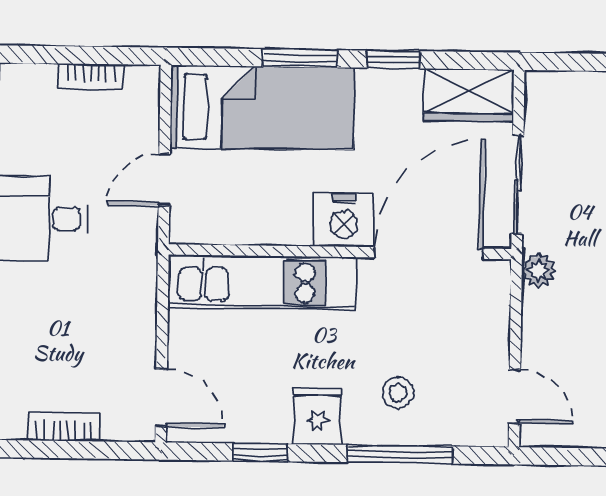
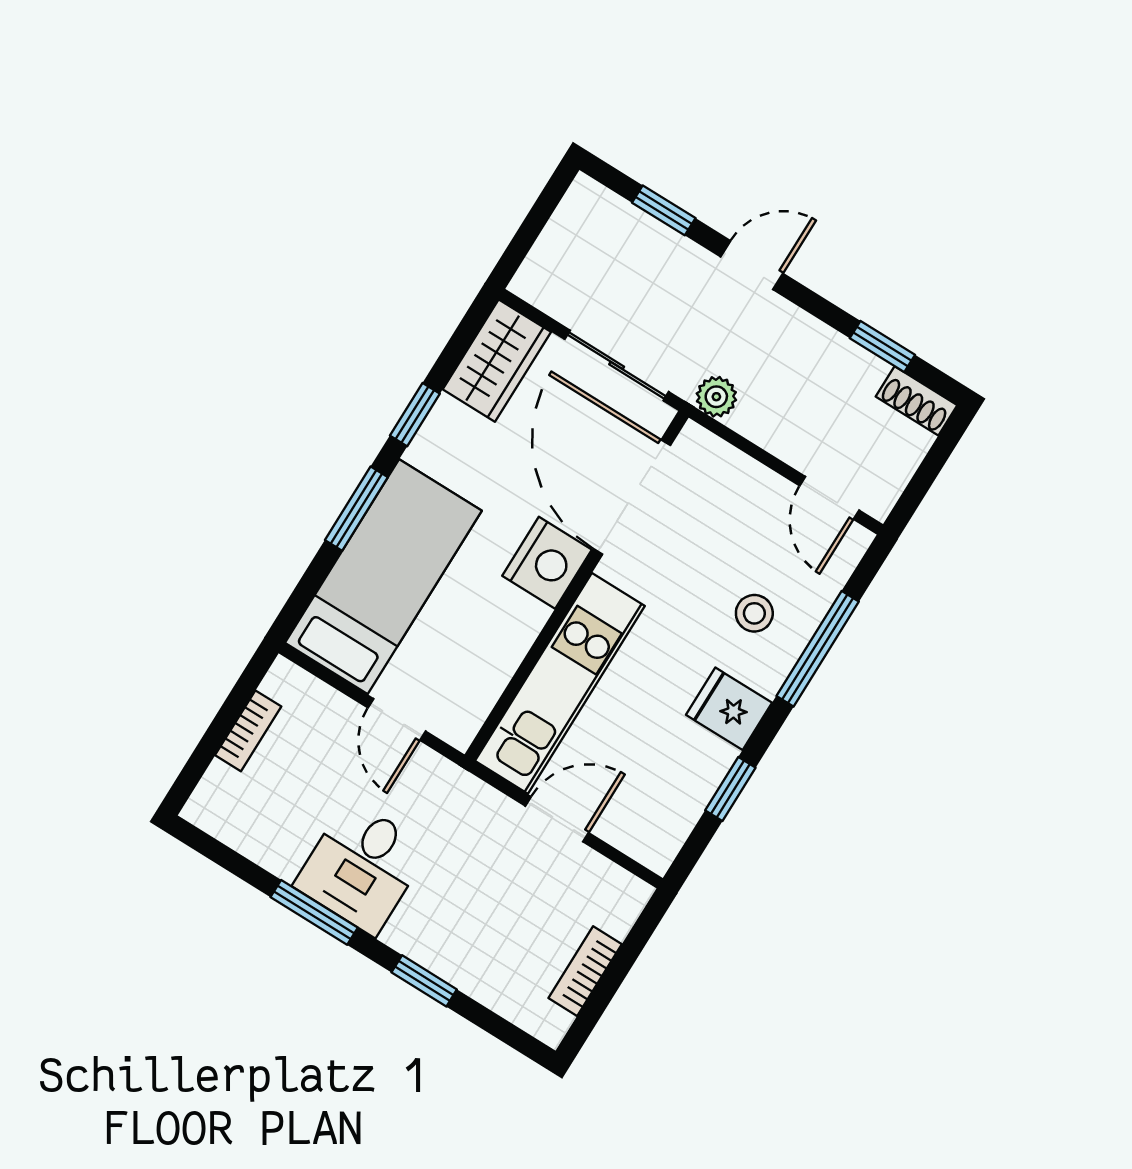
door: (515, 397) -> (829, 498), swing flipped
door: (161, 398) -> (557, 819), moved

